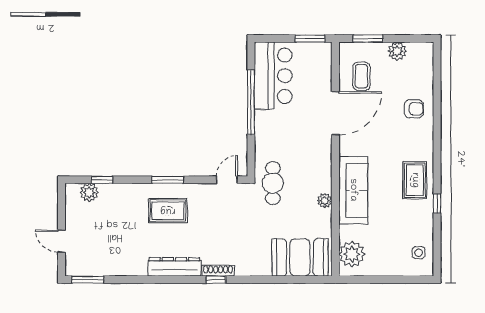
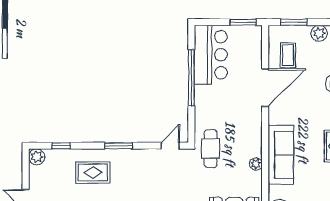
plant: (89, 192) -> (37, 157), moved
rug: (168, 211) -> (93, 172), moved

